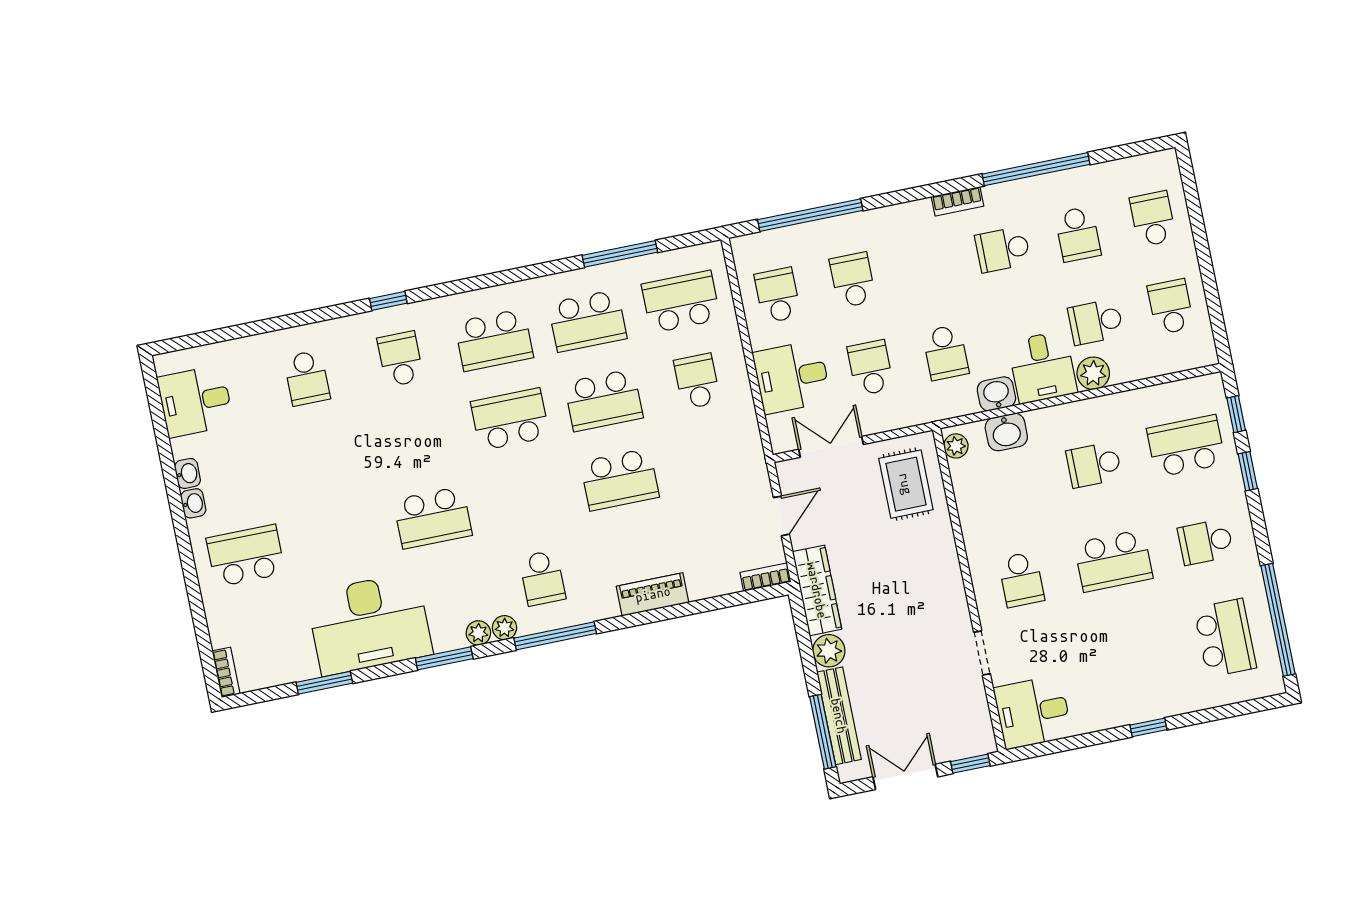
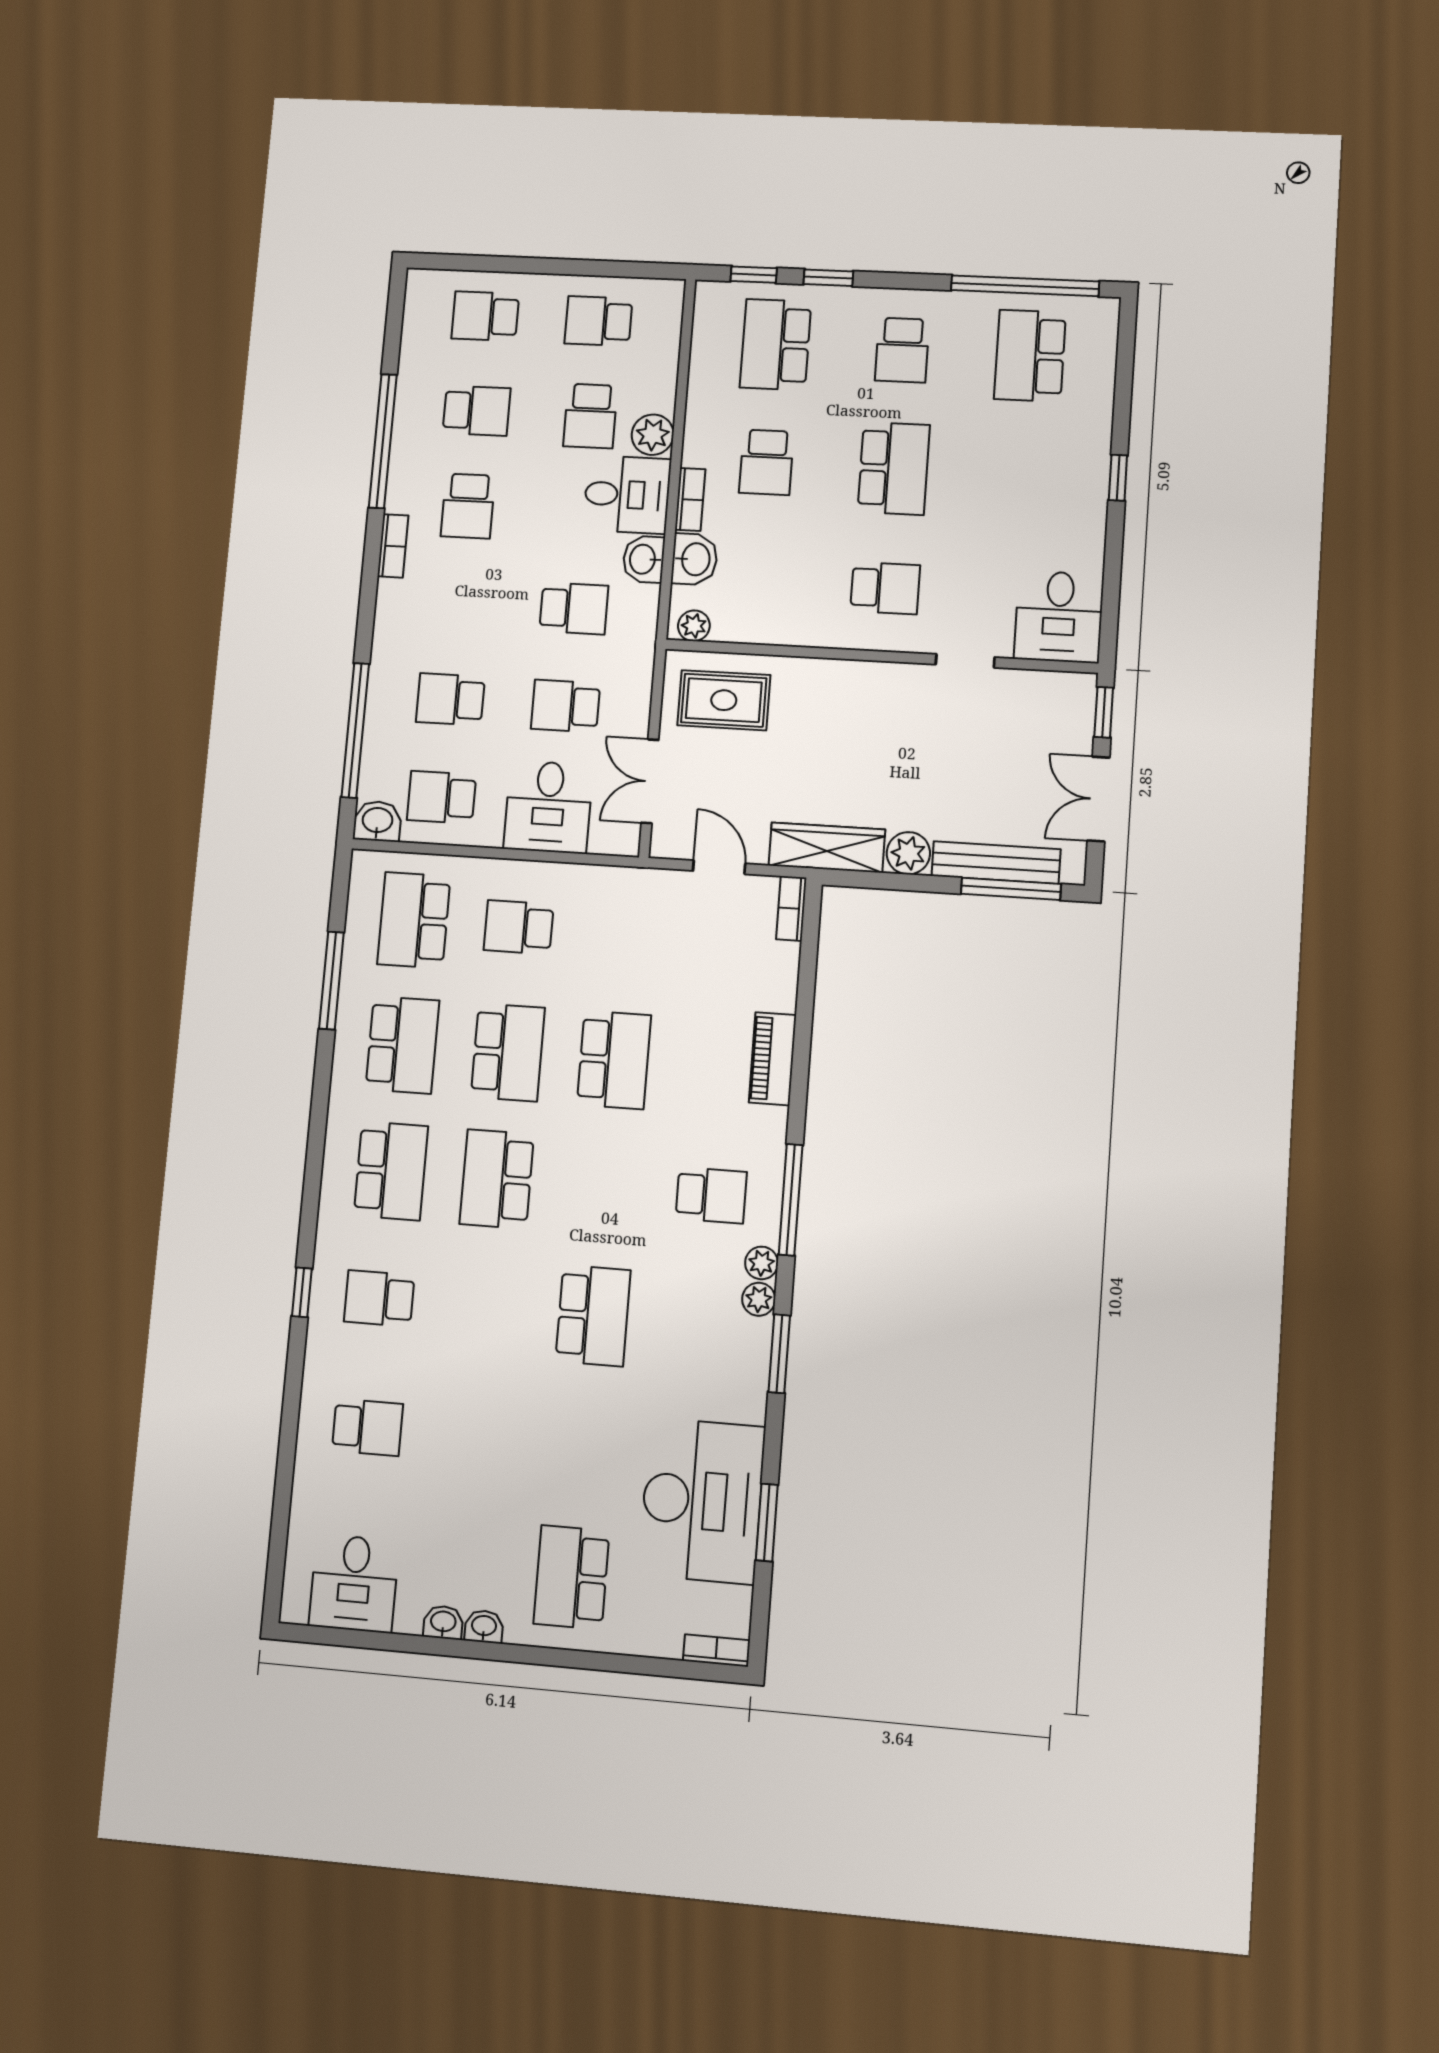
washbasin: (747, 252) -> (377, 821), added
bookcase: (1051, 416) -> (690, 499), added
desk: (369, 624) -> (702, 1501), moved
school desk: (1225, 638) -> (1030, 356), turned -90

